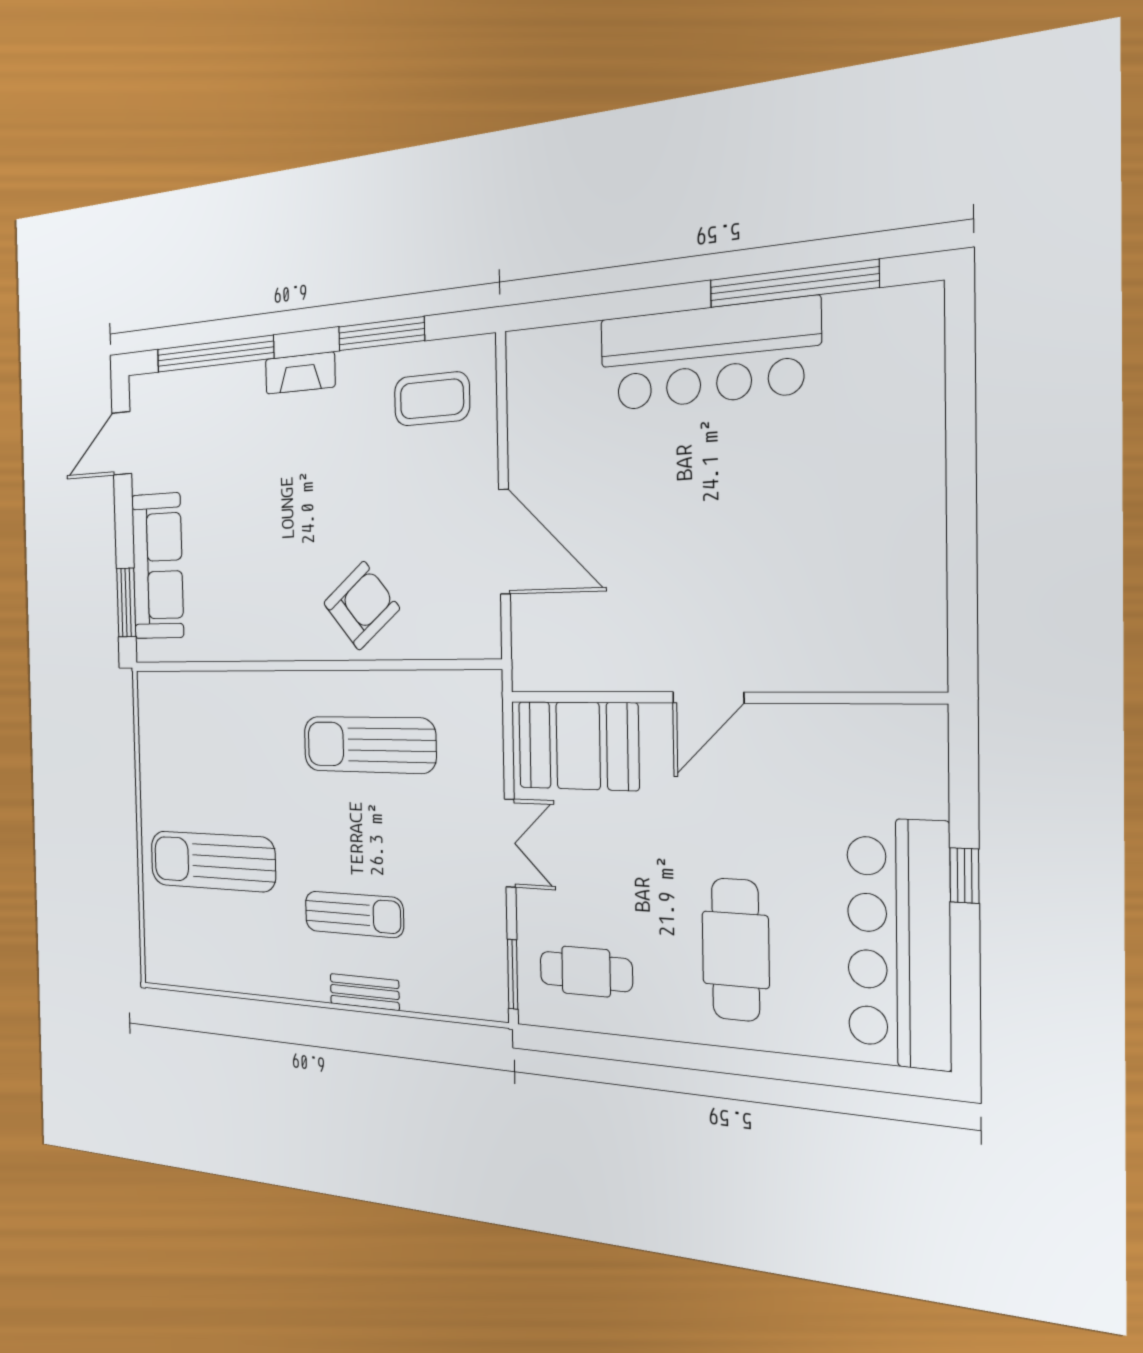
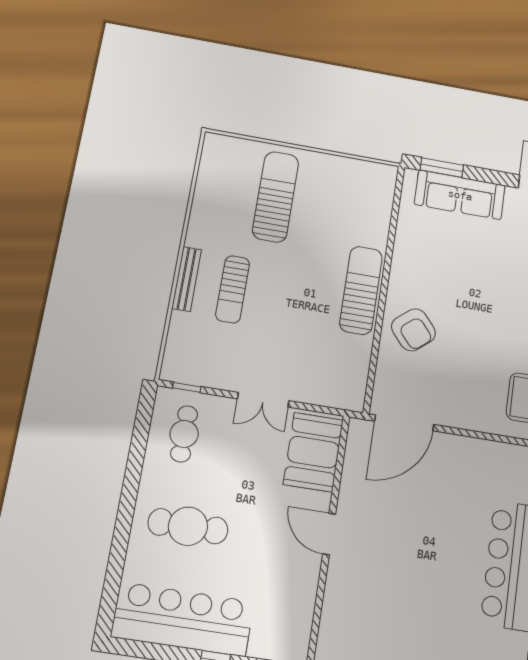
door: (504, 542) -> (404, 423), moved
sun lounger: (369, 745) -> (361, 290), moved
window: (513, 974) -> (187, 387), width x0.67
bench: (365, 992) -> (187, 279), width x1.36

